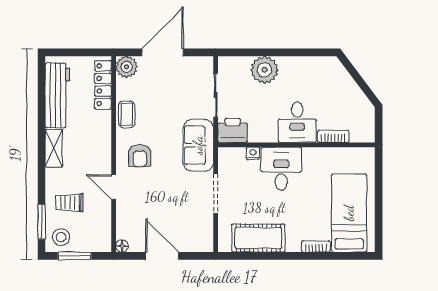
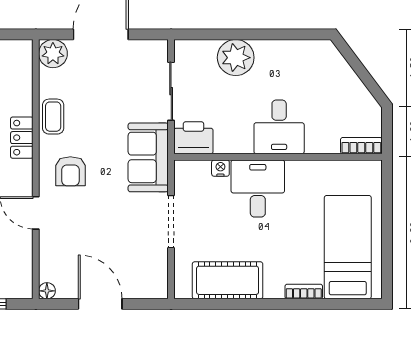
locker: (103, 85) -> (22, 138), moved, width x0.66
bookcase: (333, 136) -> (361, 146), moved

